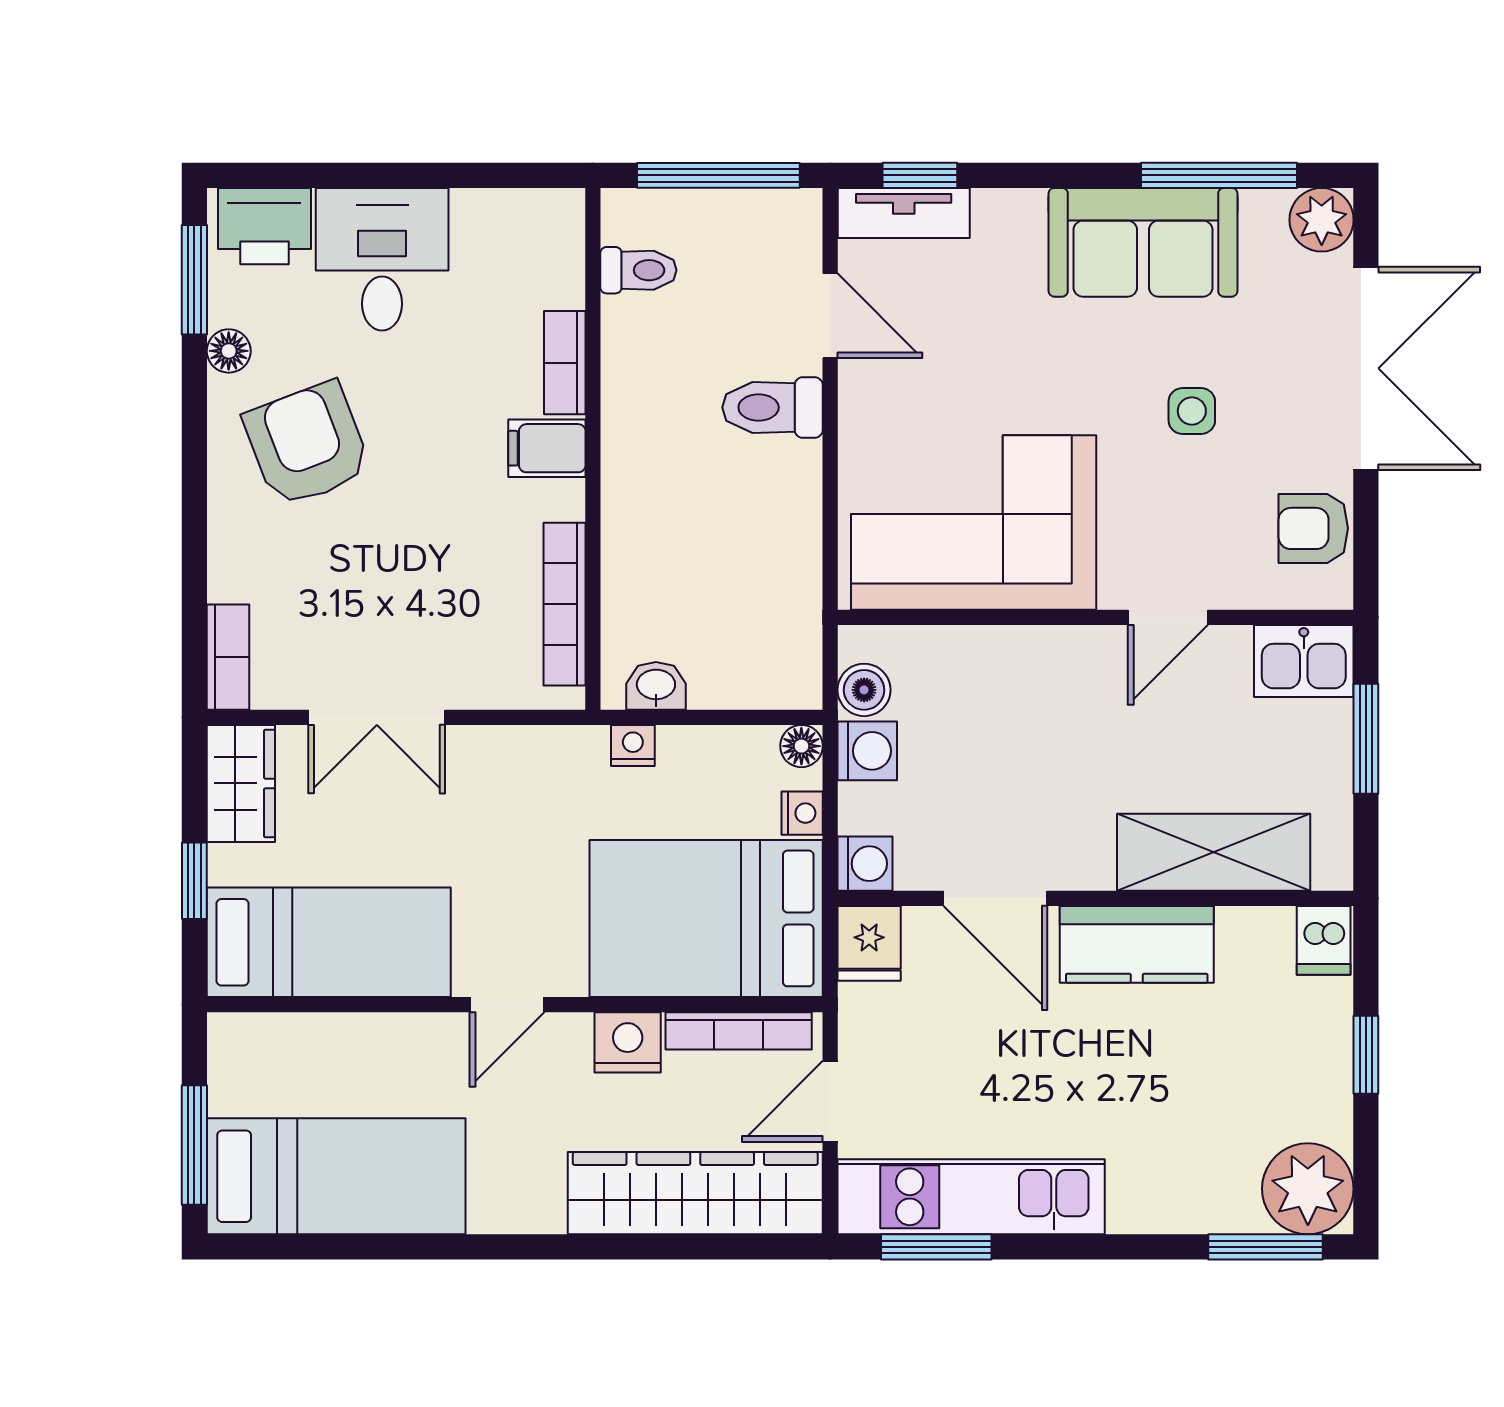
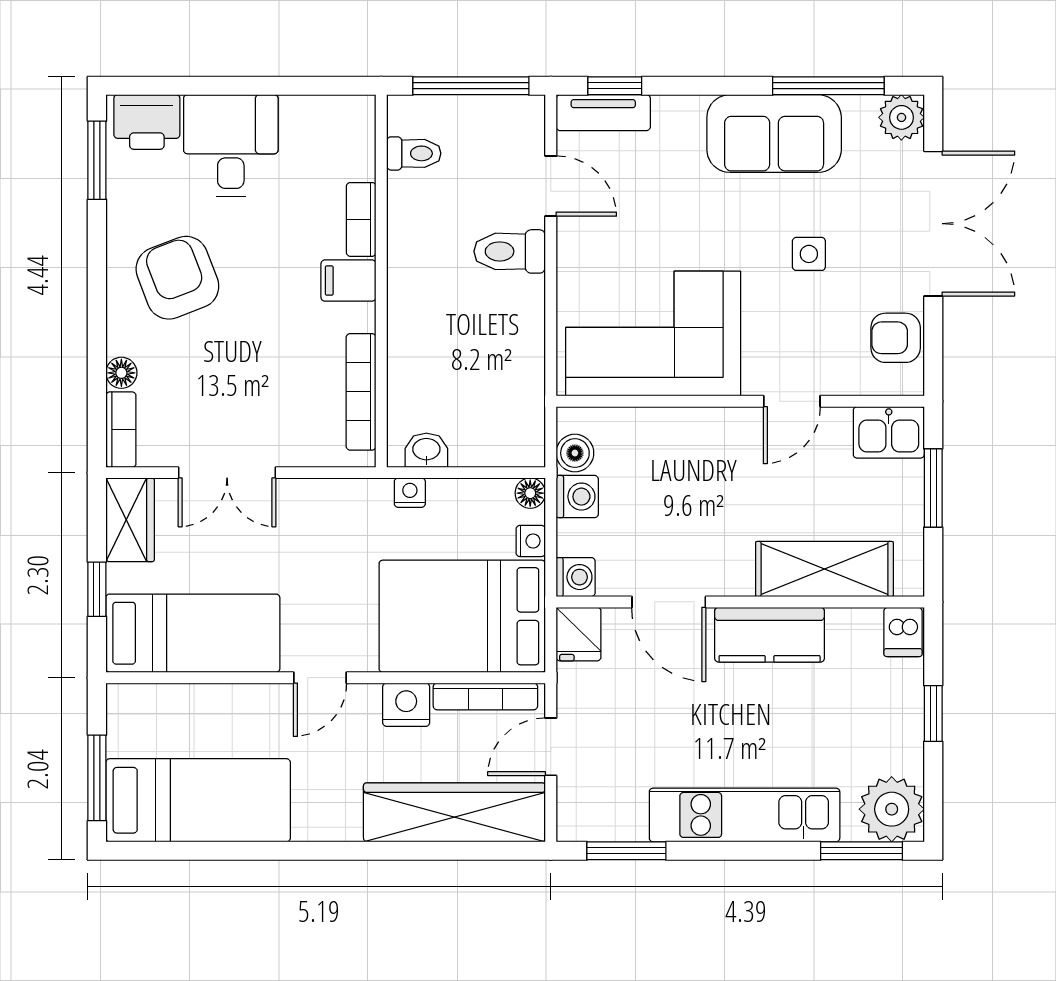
floor lamp: (229, 351) -> (121, 373), moved
kitchen unit: (971, 1197) -> (745, 815), moved

